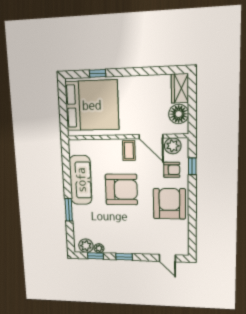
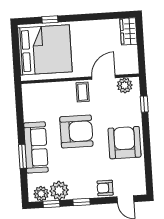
floor lamp: (179, 114) -> (129, 55), removed
door: (151, 136) -> (104, 77), swing flipped
armchair: (172, 170) -> (105, 188), moved, turned 180
sofa: (81, 180) -> (36, 147), moved
plant: (99, 248) -> (59, 190), width x1.88, depth x1.88

